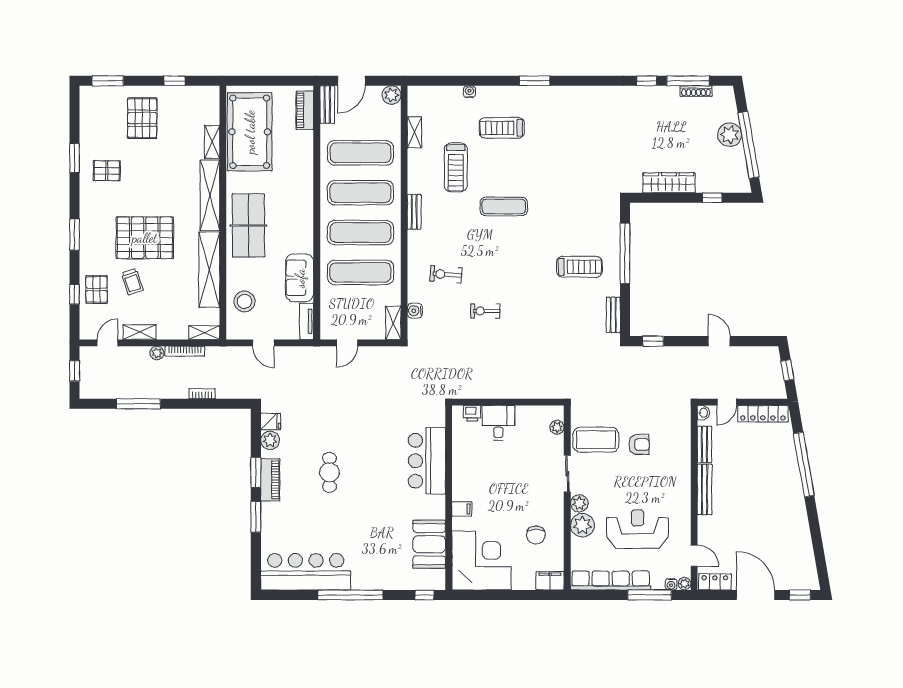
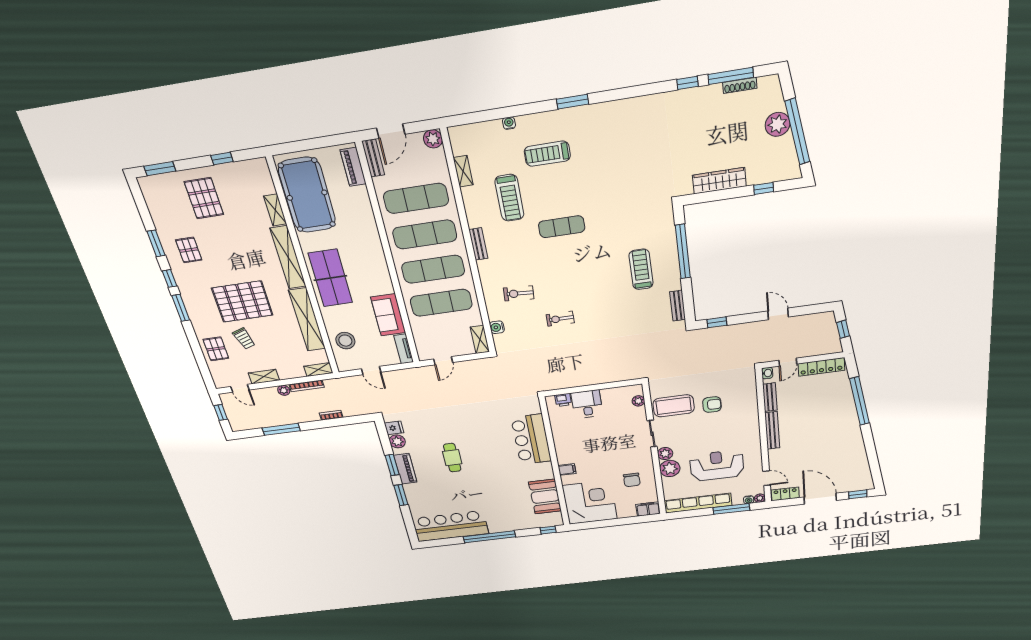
pallet: (107, 171) -> (189, 250), turned 90
treadmill: (579, 267) -> (641, 269), turned -90
window: (75, 294) -> (169, 279), moved
door: (107, 343) -> (240, 388), swing flipped

